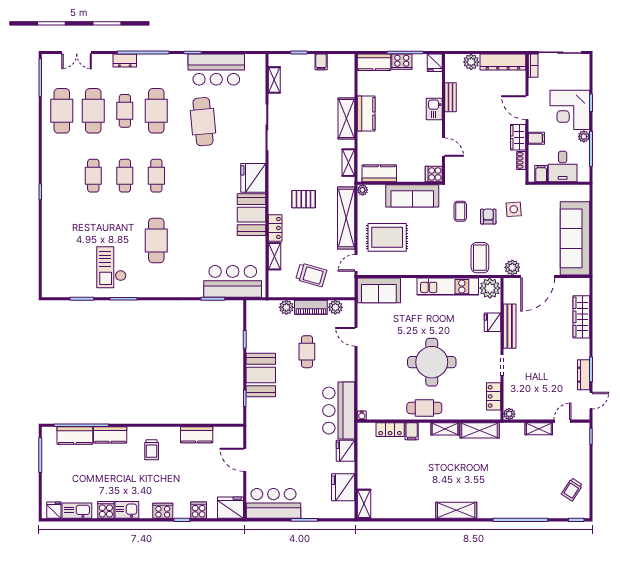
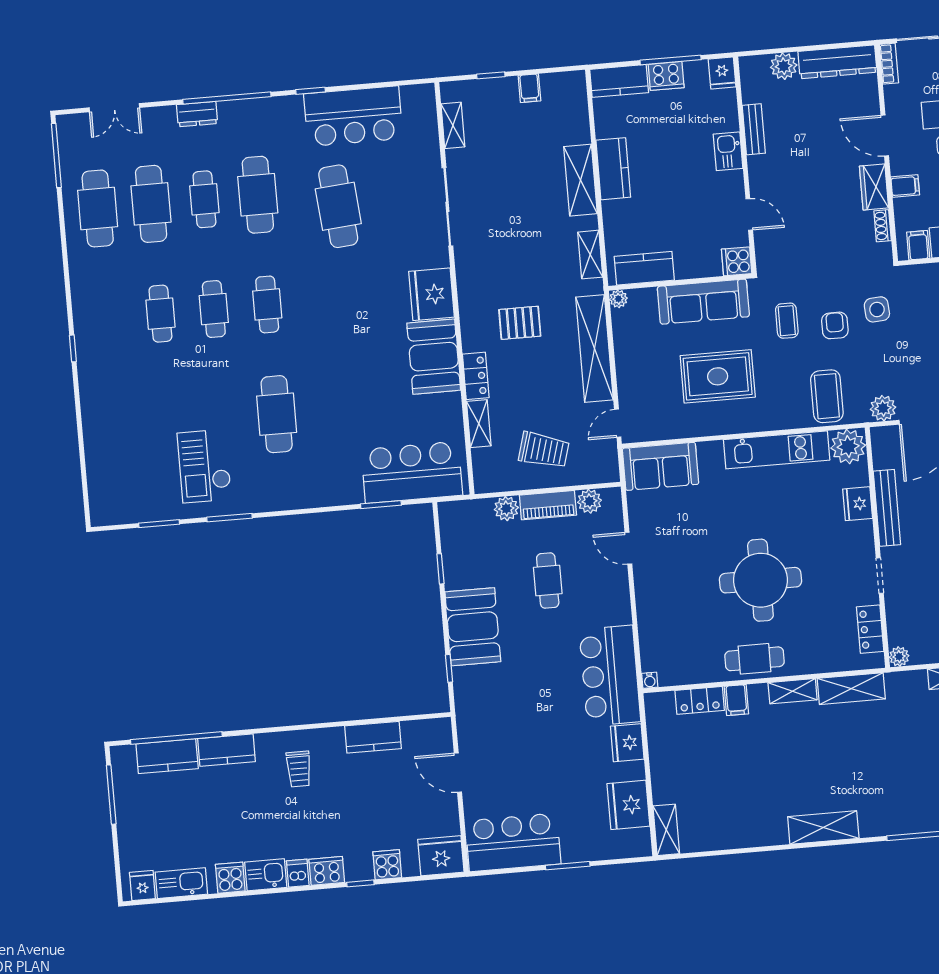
rug: (387, 237) -> (718, 376), moved
dishwasher: (146, 511) -> (298, 873), added

